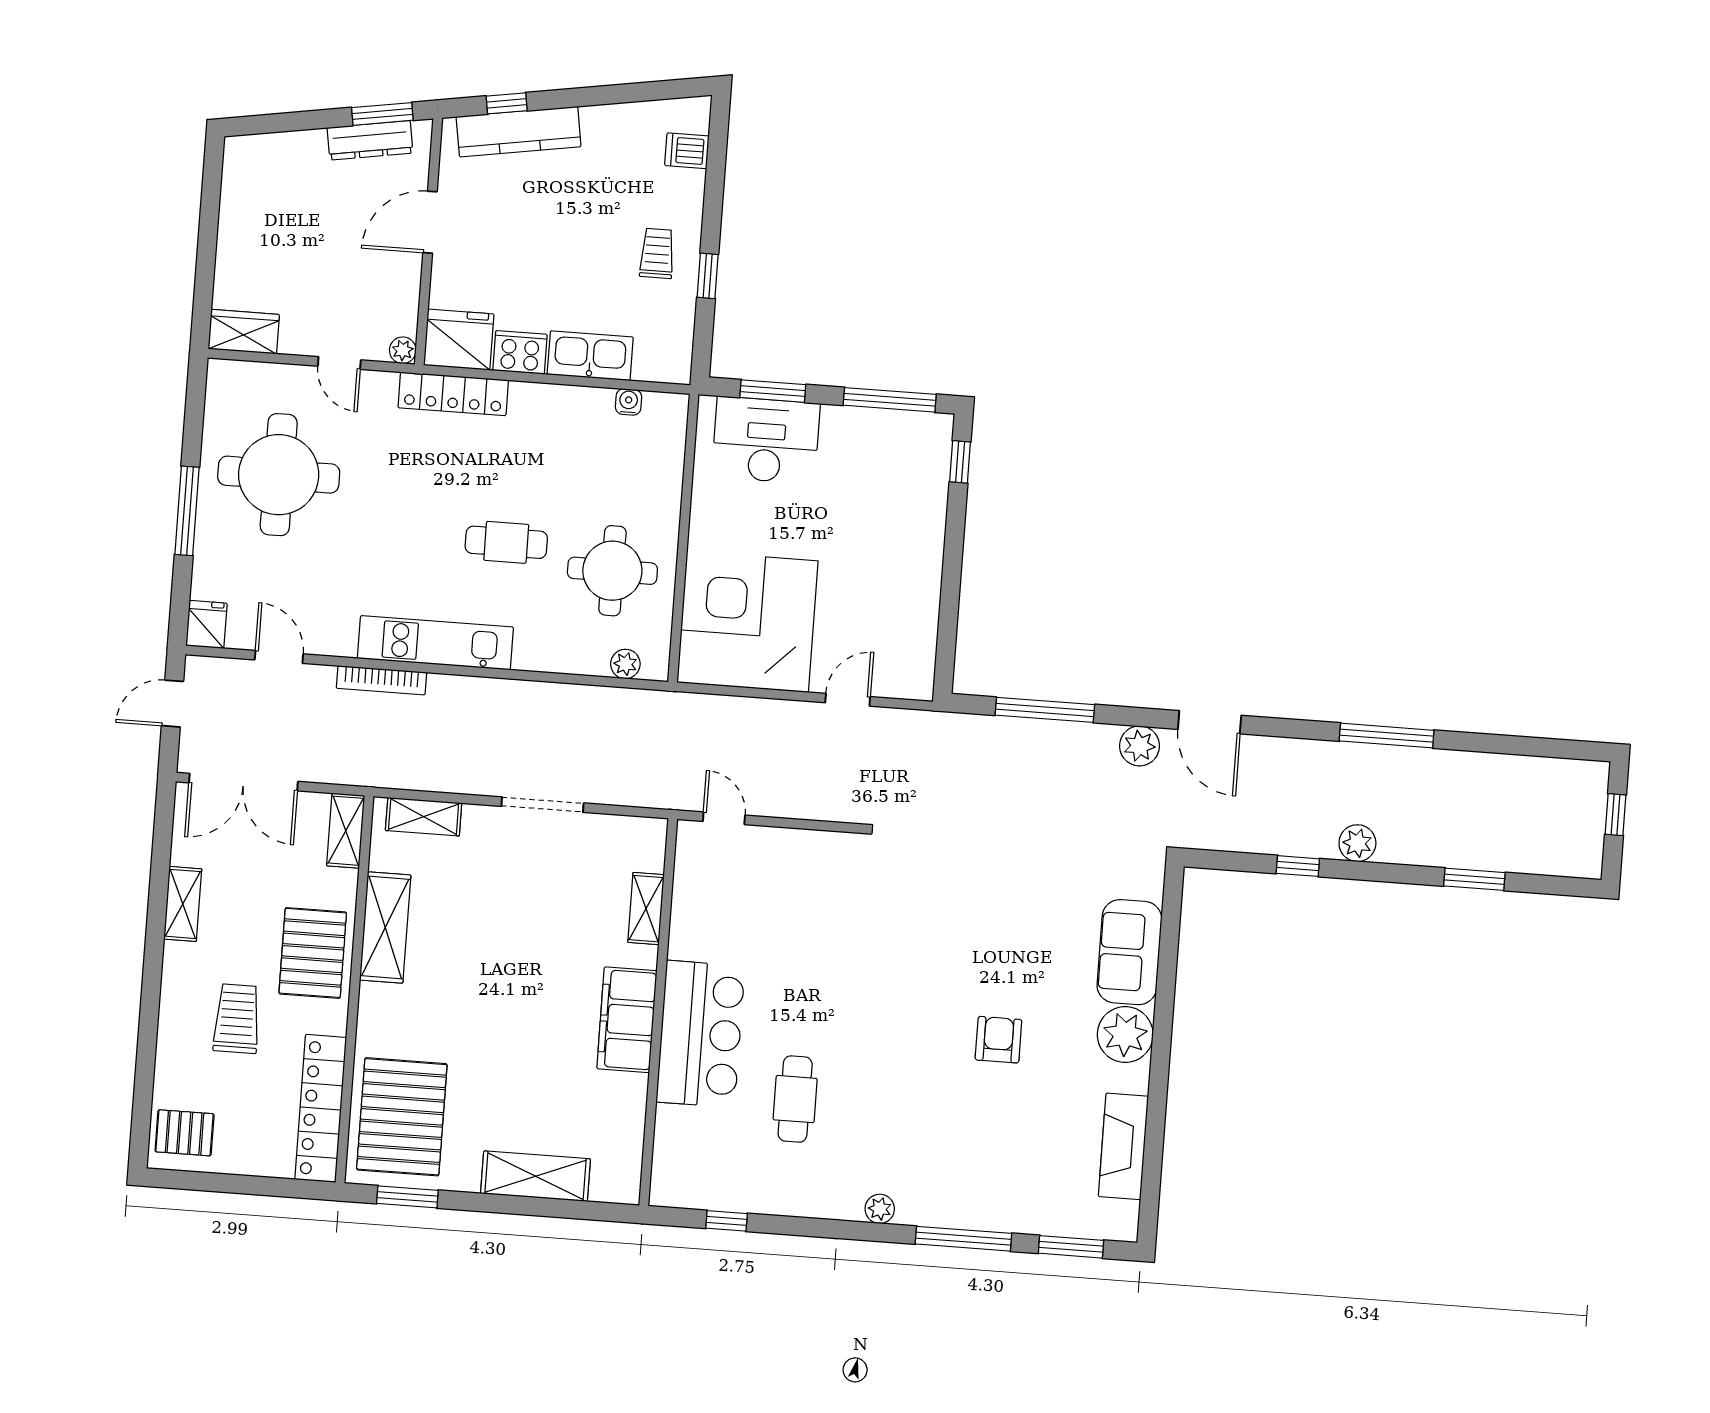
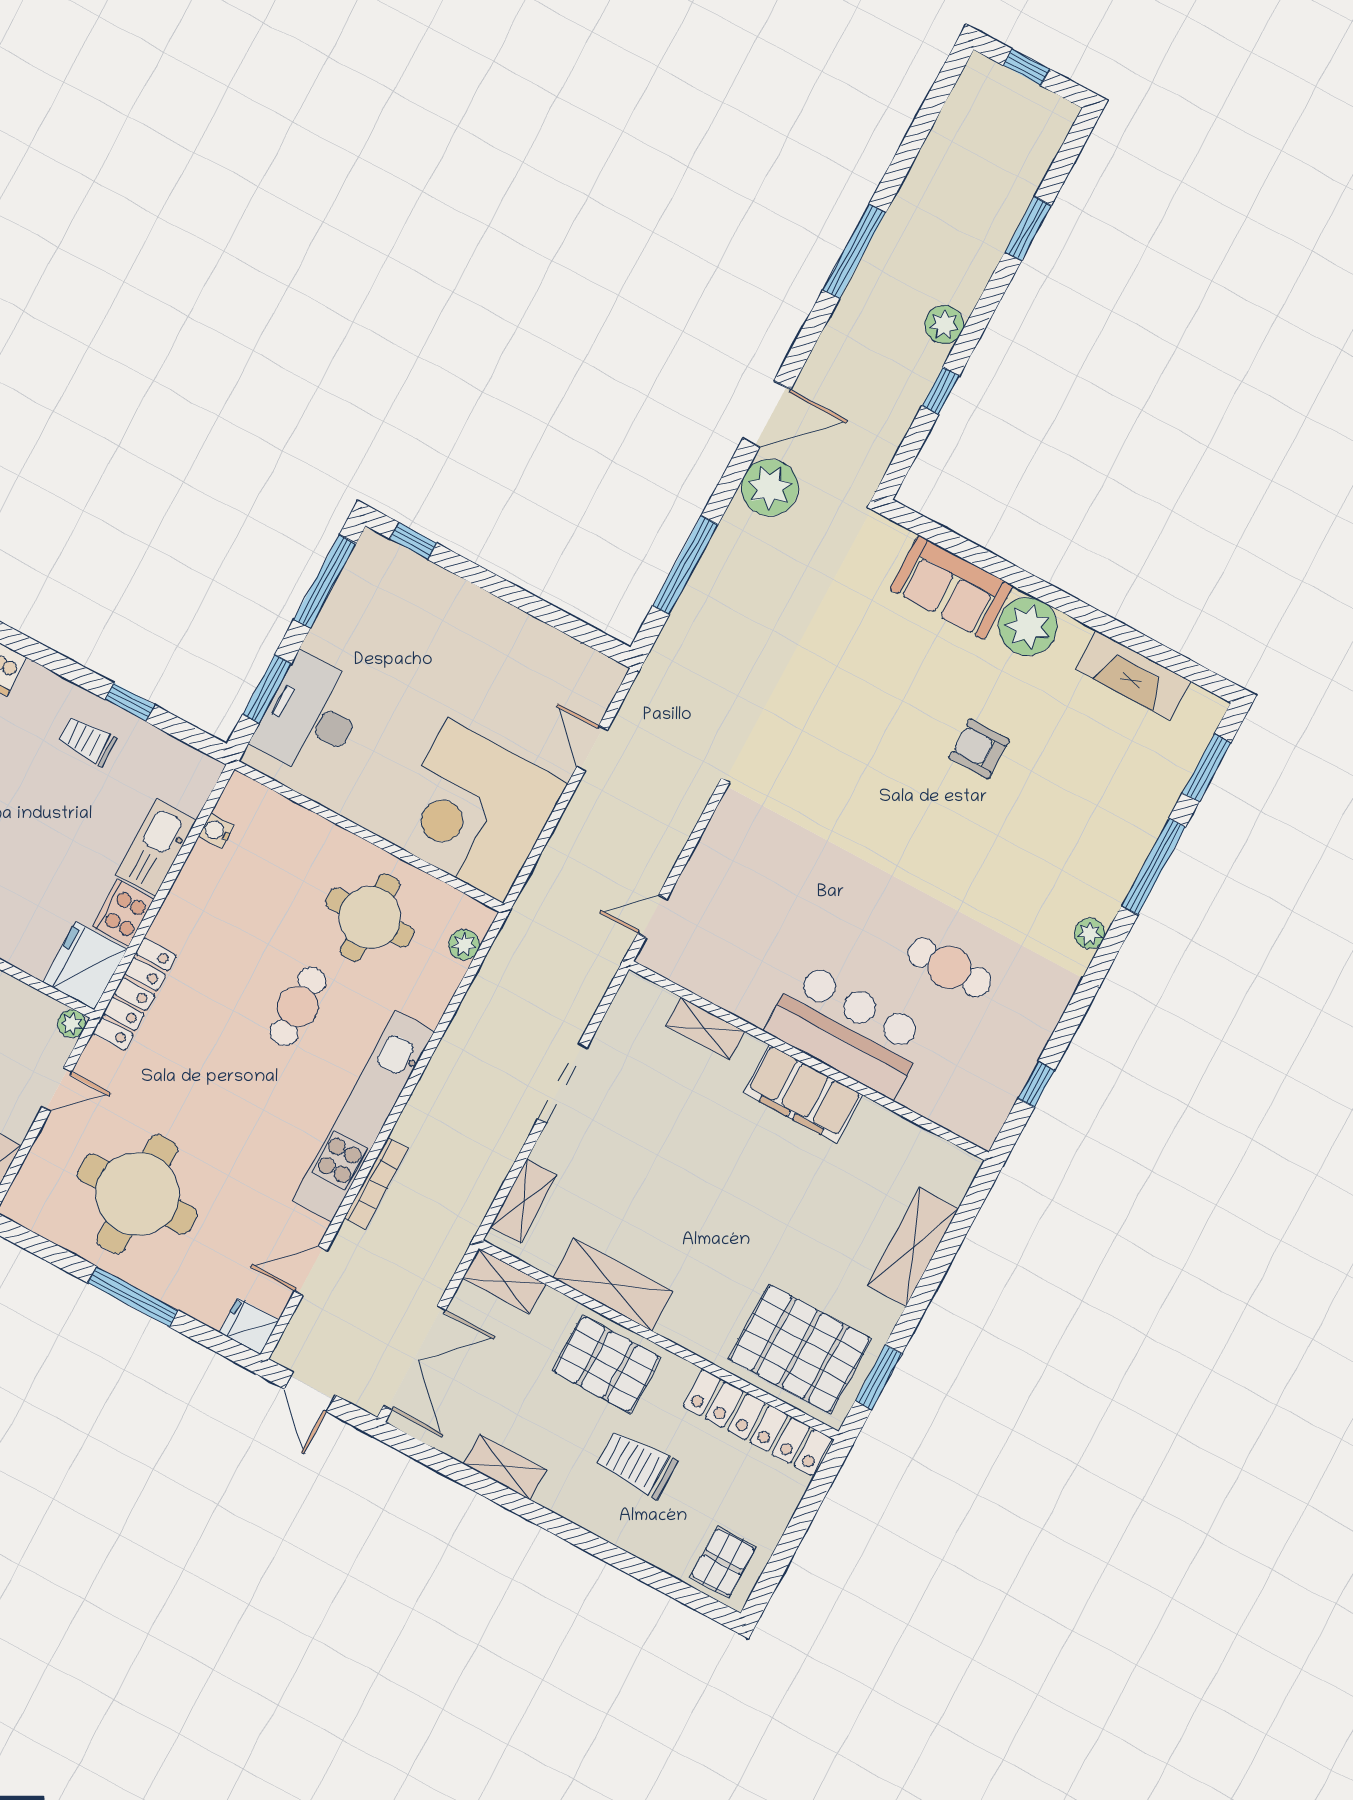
kitchen unit: (435, 643) -> (363, 1116), width x1.36
plant: (1139, 746) -> (770, 488), width x1.36, depth x1.36

